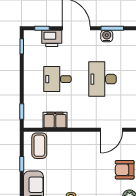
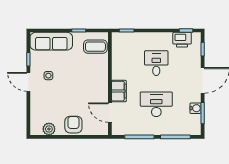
printer: (52, 38) -> (182, 40), moved, turned -90
filing cabinet: (55, 120) -> (119, 91), moved

